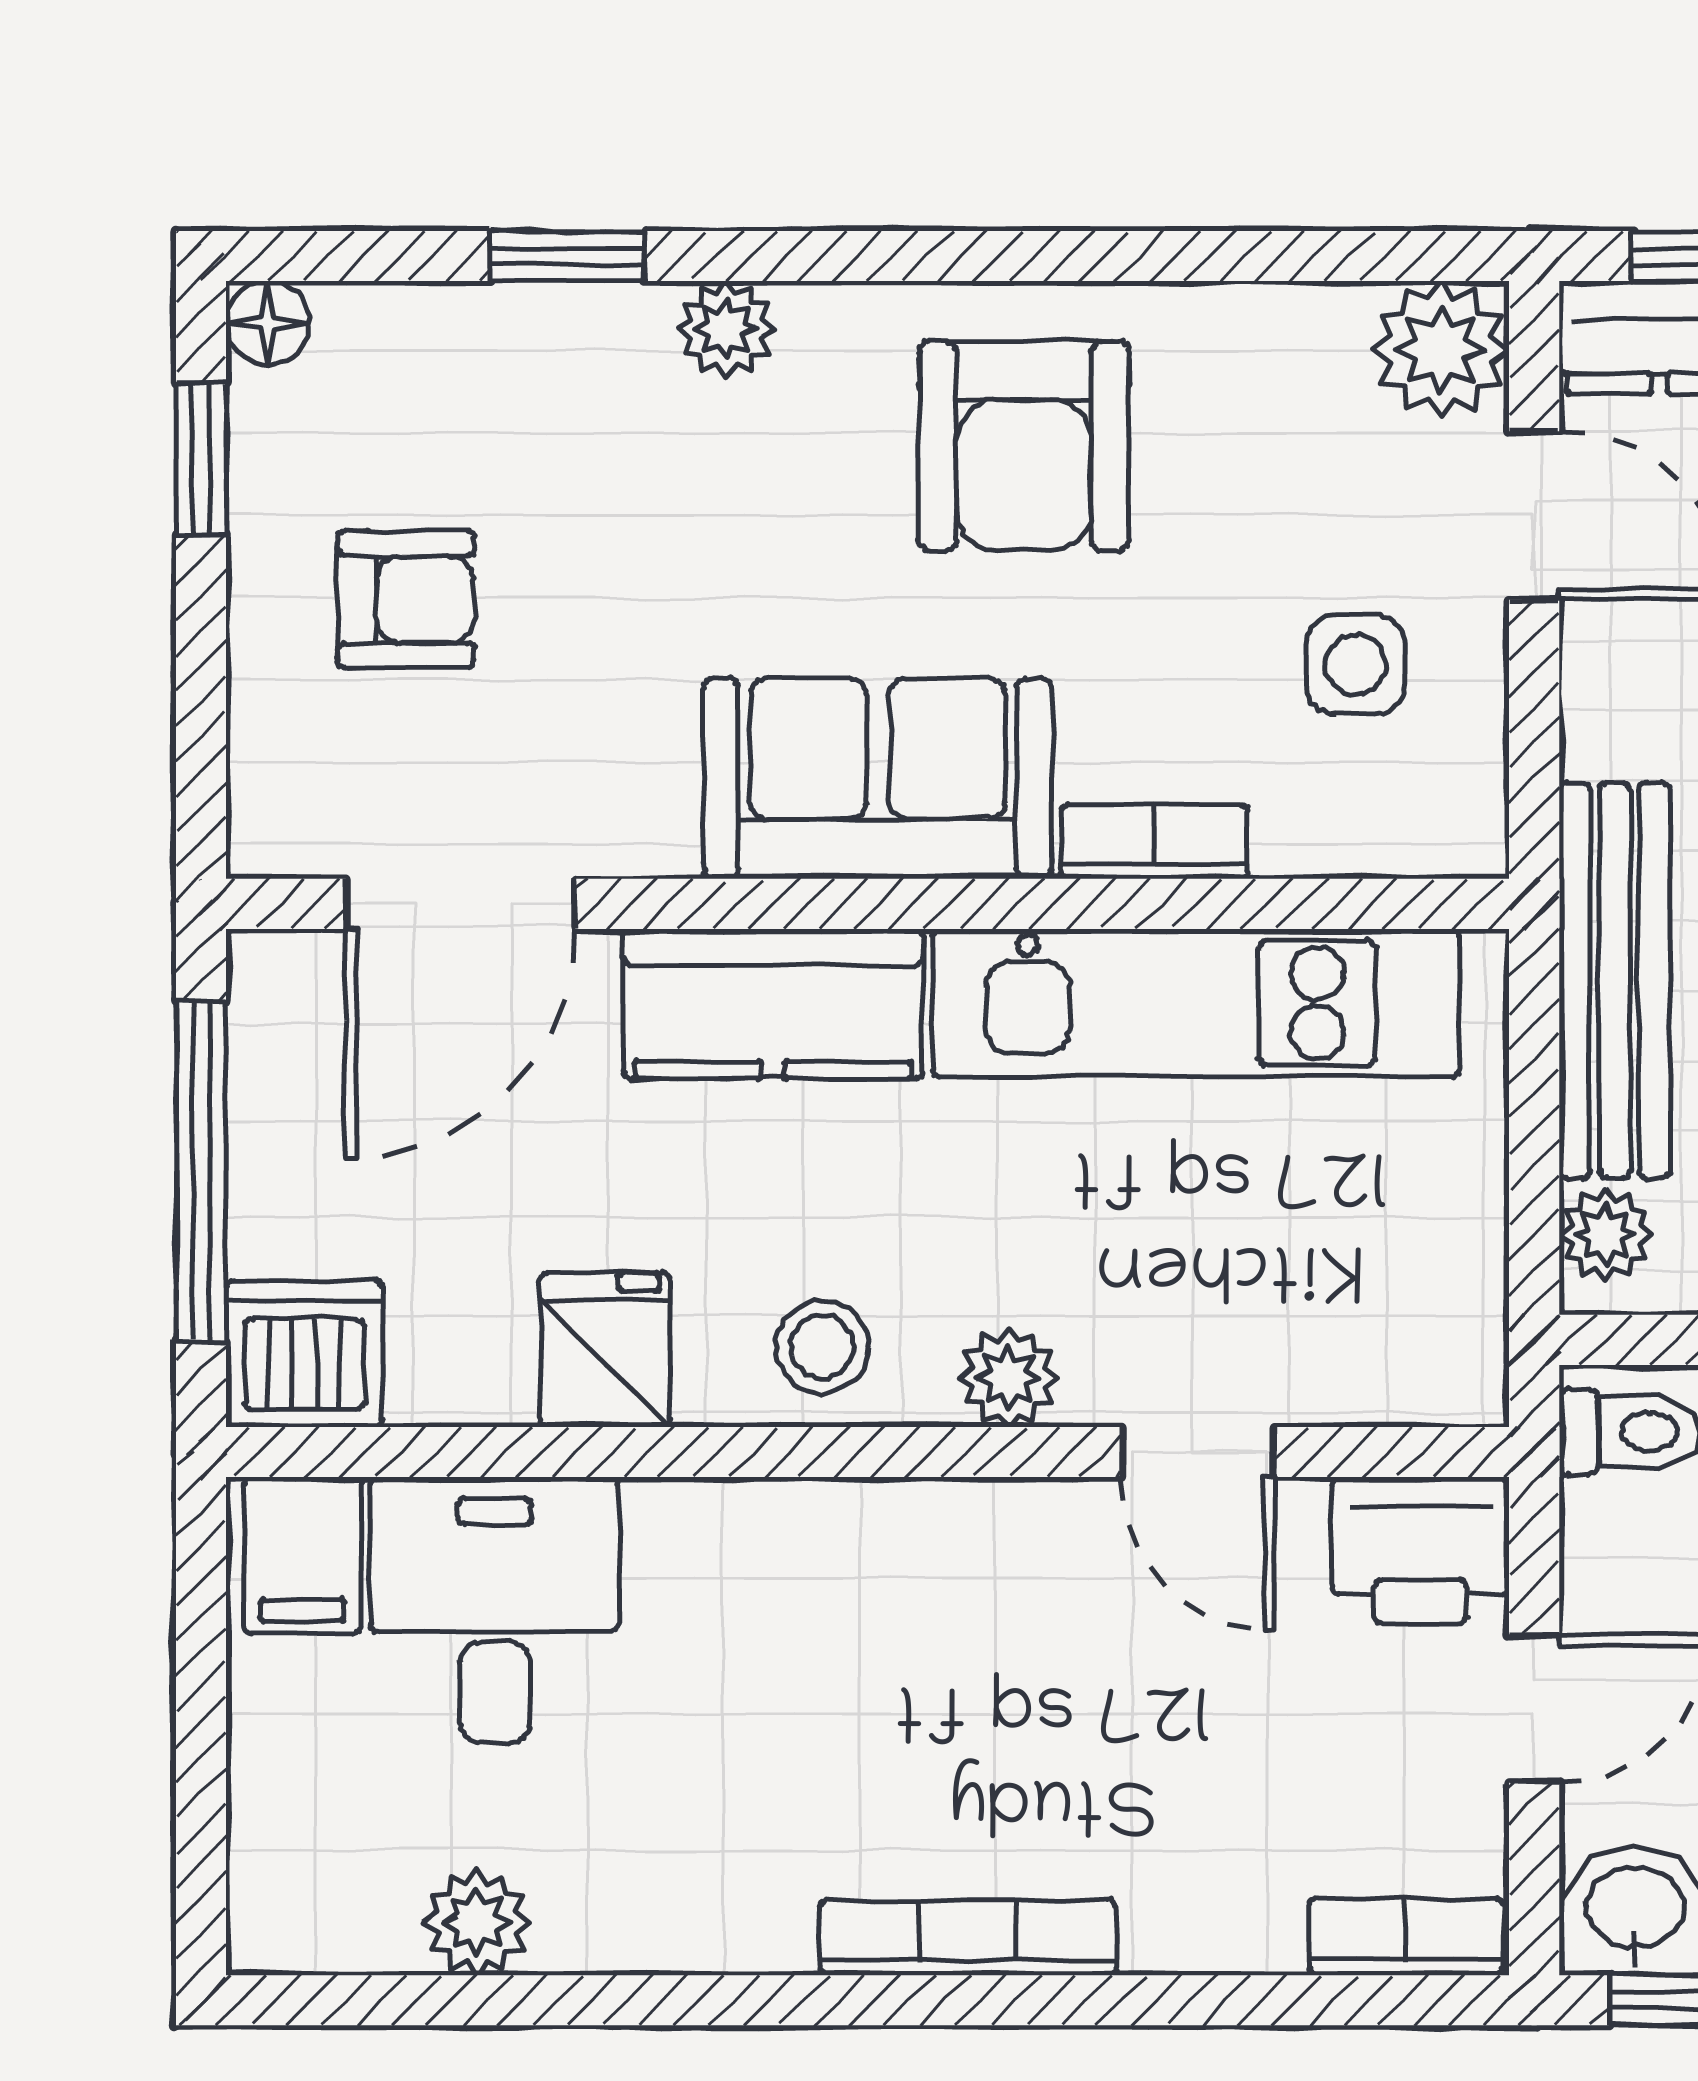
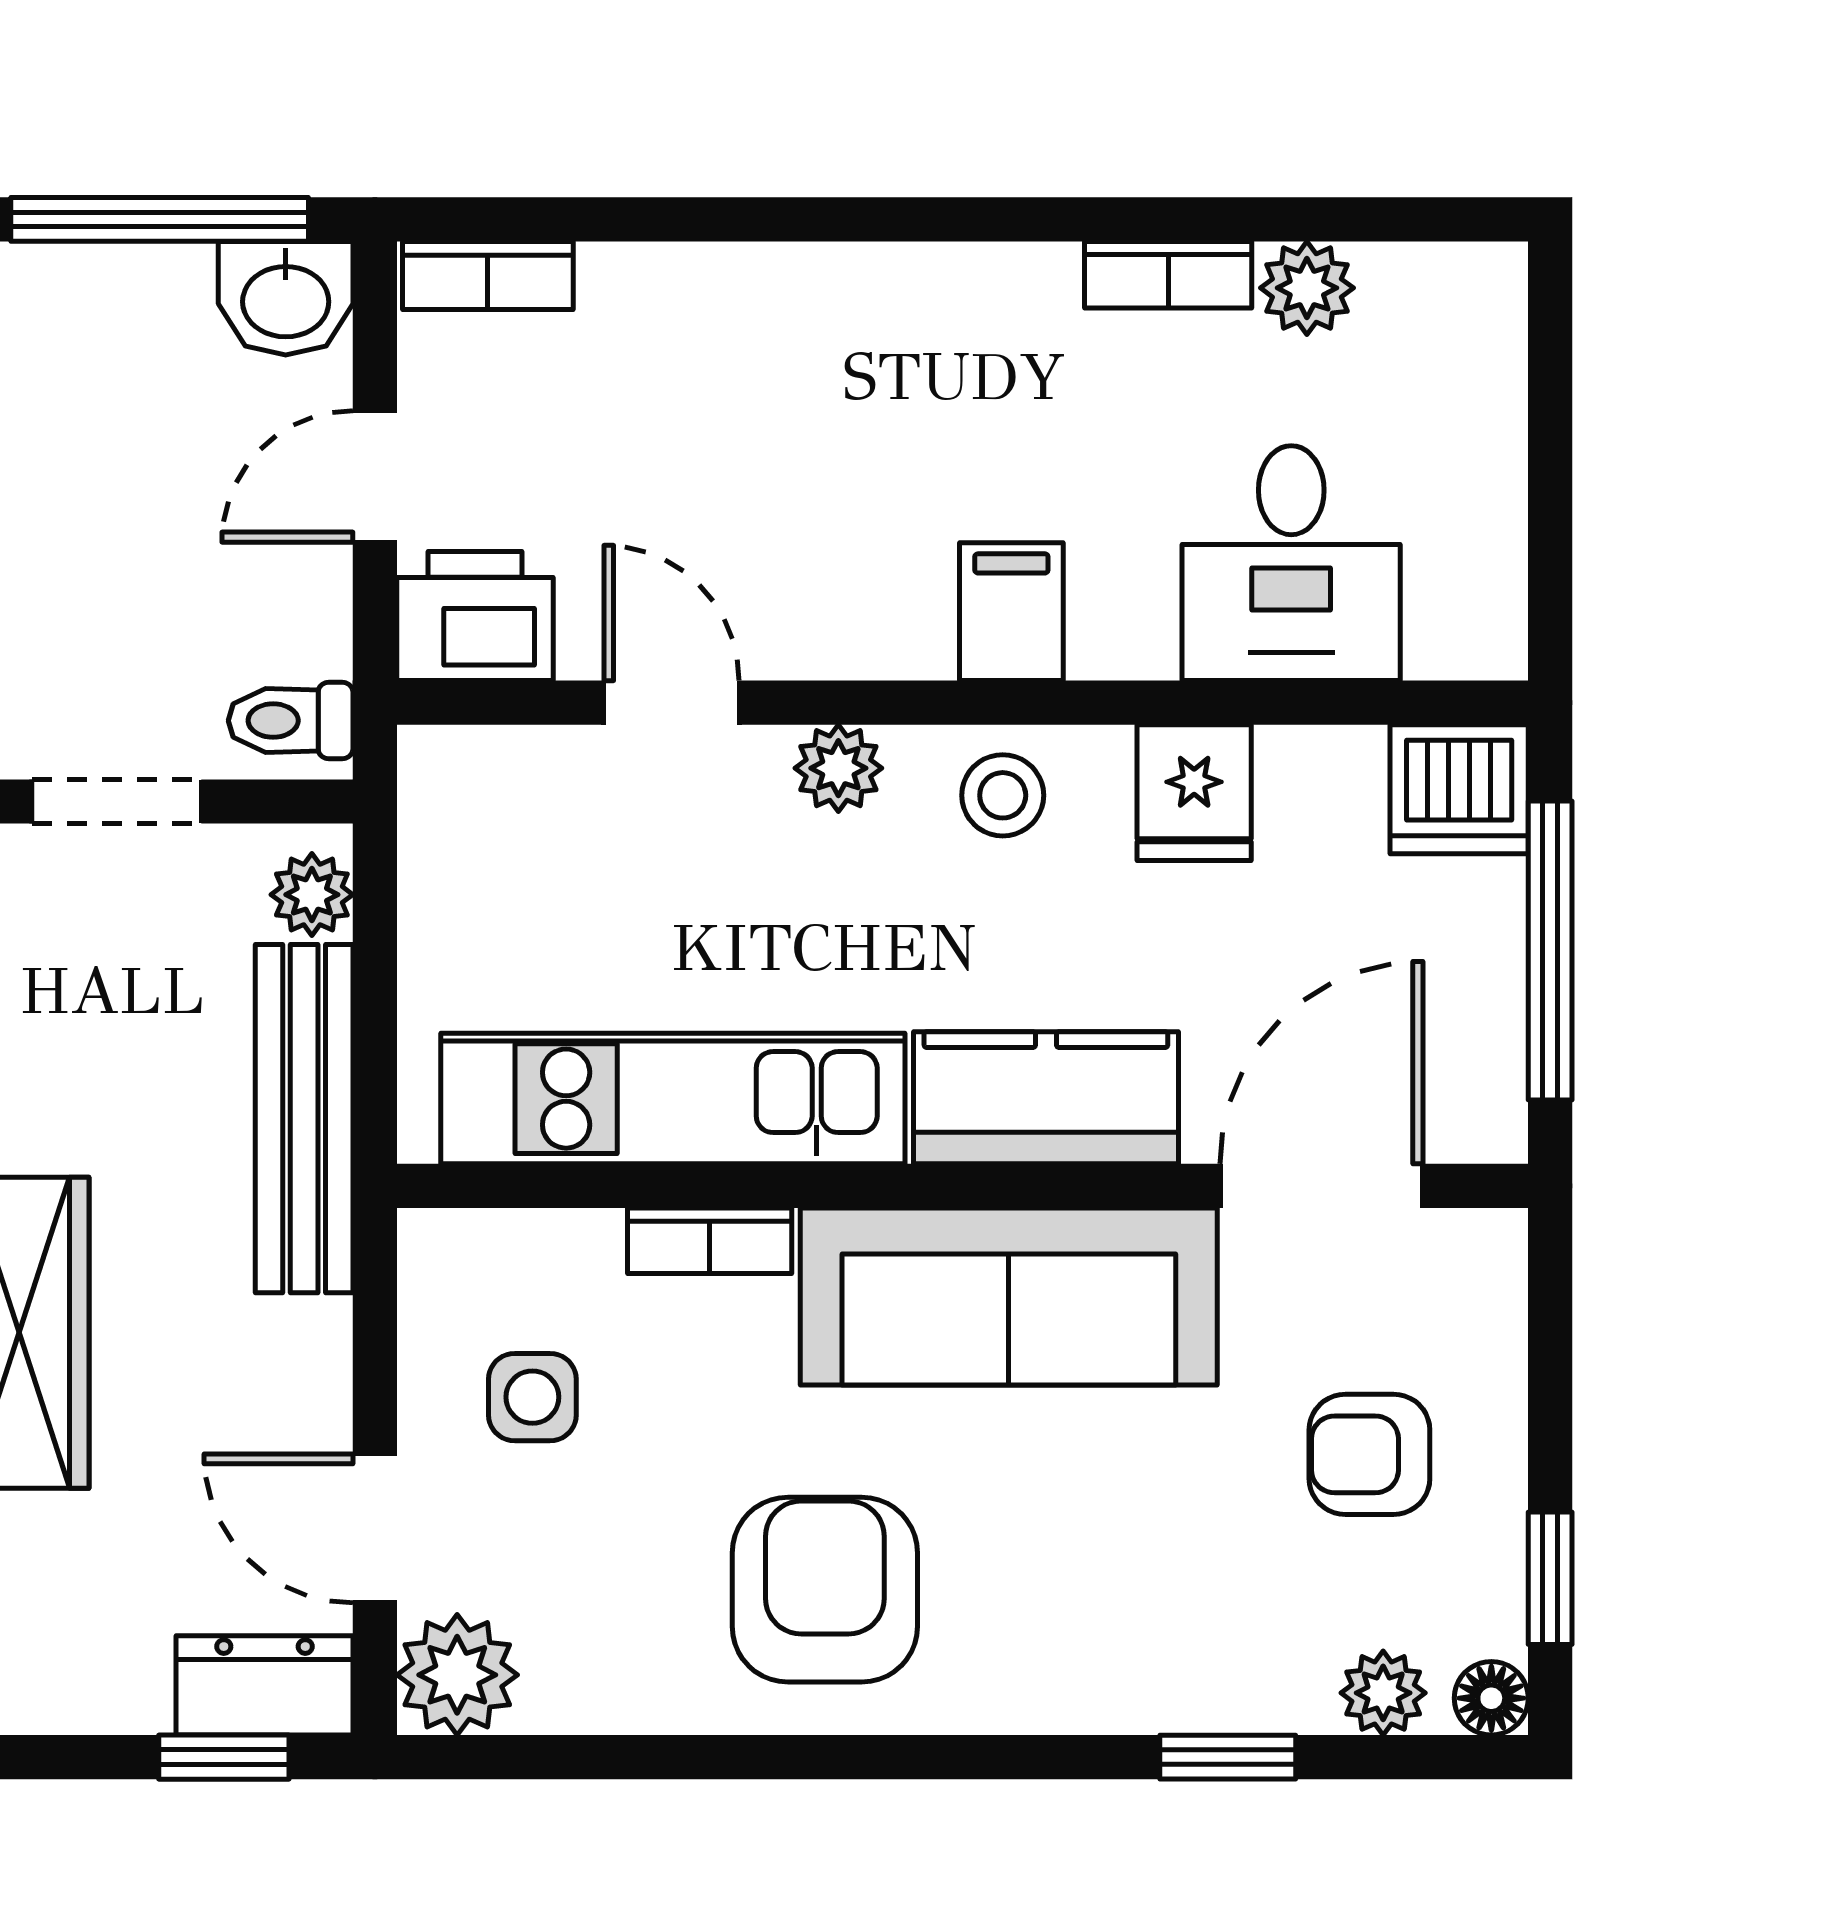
plant: (726, 329) -> (1383, 1693), moved
sofa: (878, 779) -> (1009, 1296), width x1.36
filing cabinet: (302, 1555) -> (1011, 612), moved
bookcase: (968, 1937) -> (1168, 275), moved, width x0.64

